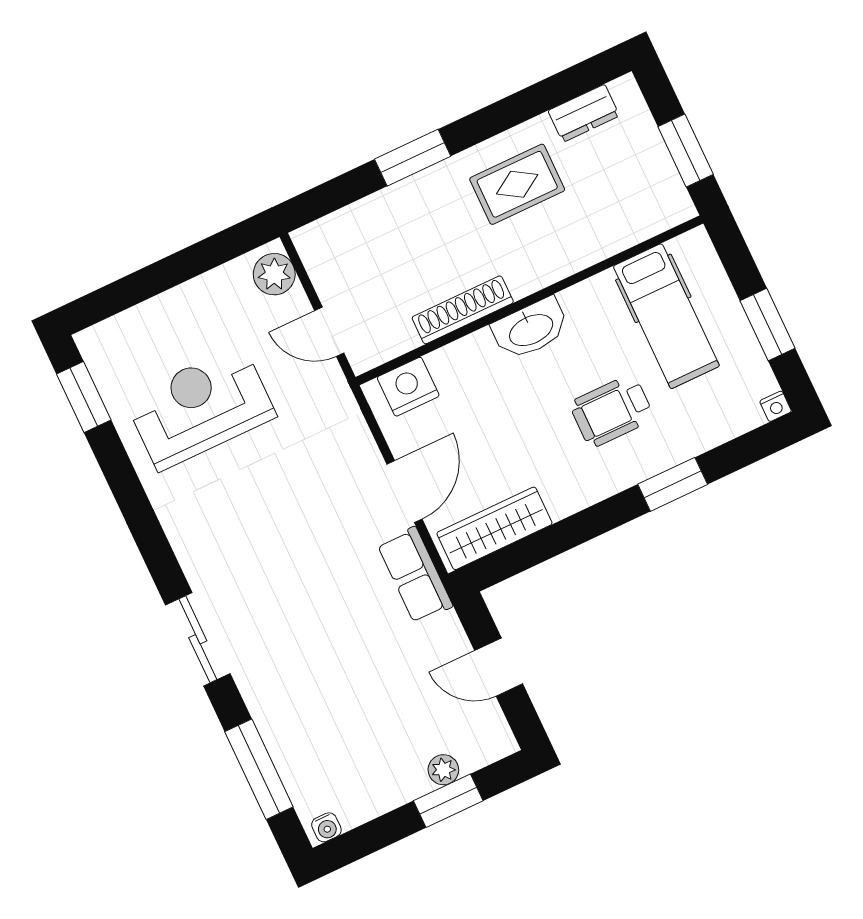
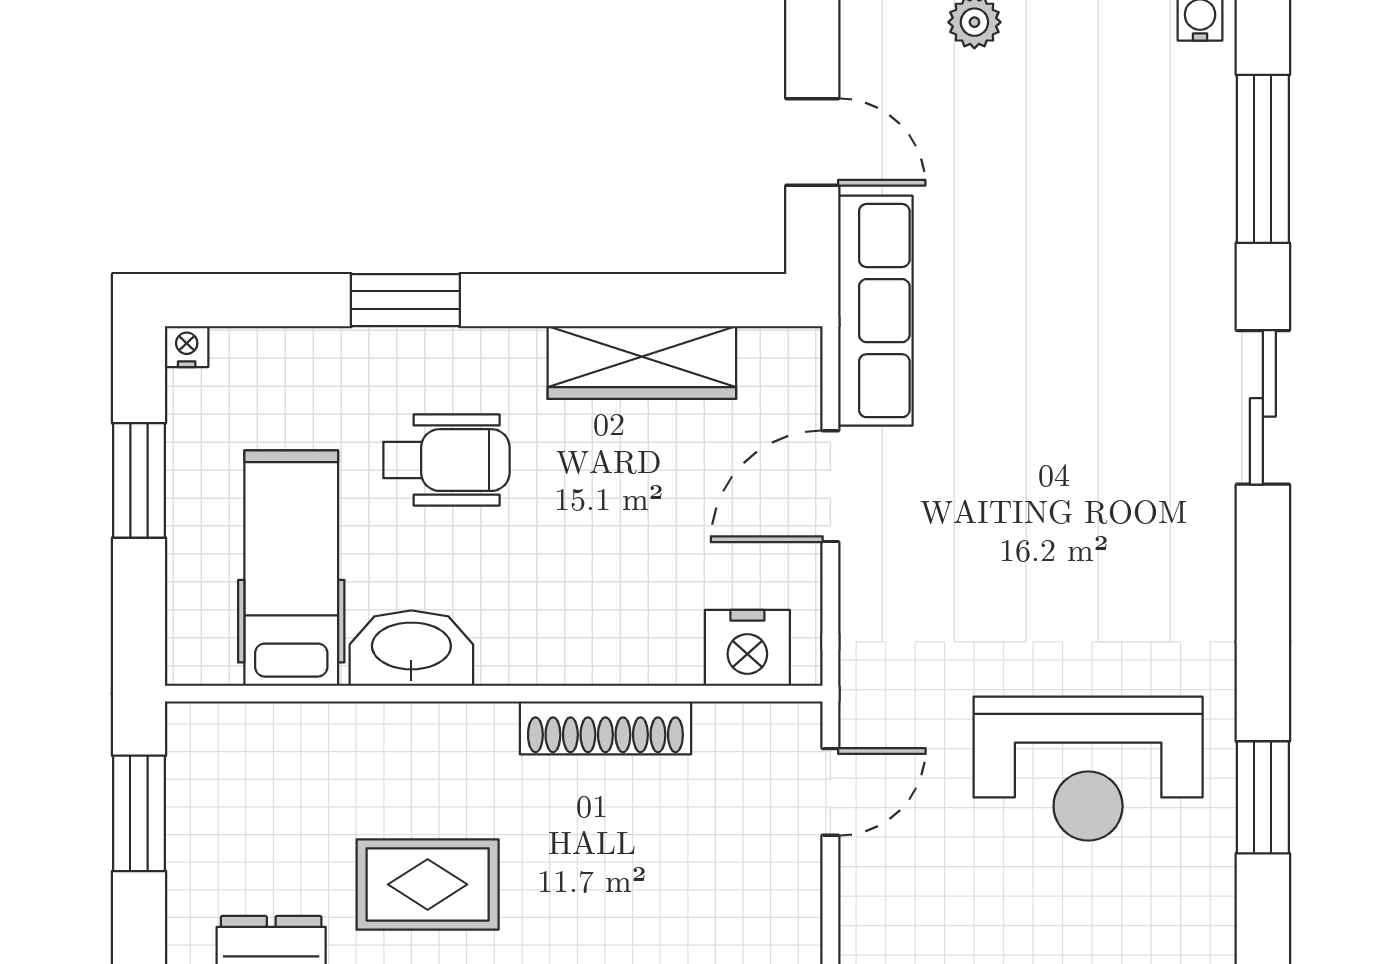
plant: (274, 274) -> (874, 923), removed
washbasin: (531, 329) -> (411, 648), moved
door: (329, 332) -> (830, 792), hinge flipped
window: (84, 397) -> (1263, 797), moved
wardrobe: (494, 528) -> (642, 362), moved
row of seats: (415, 575) -> (875, 311), width x1.48

